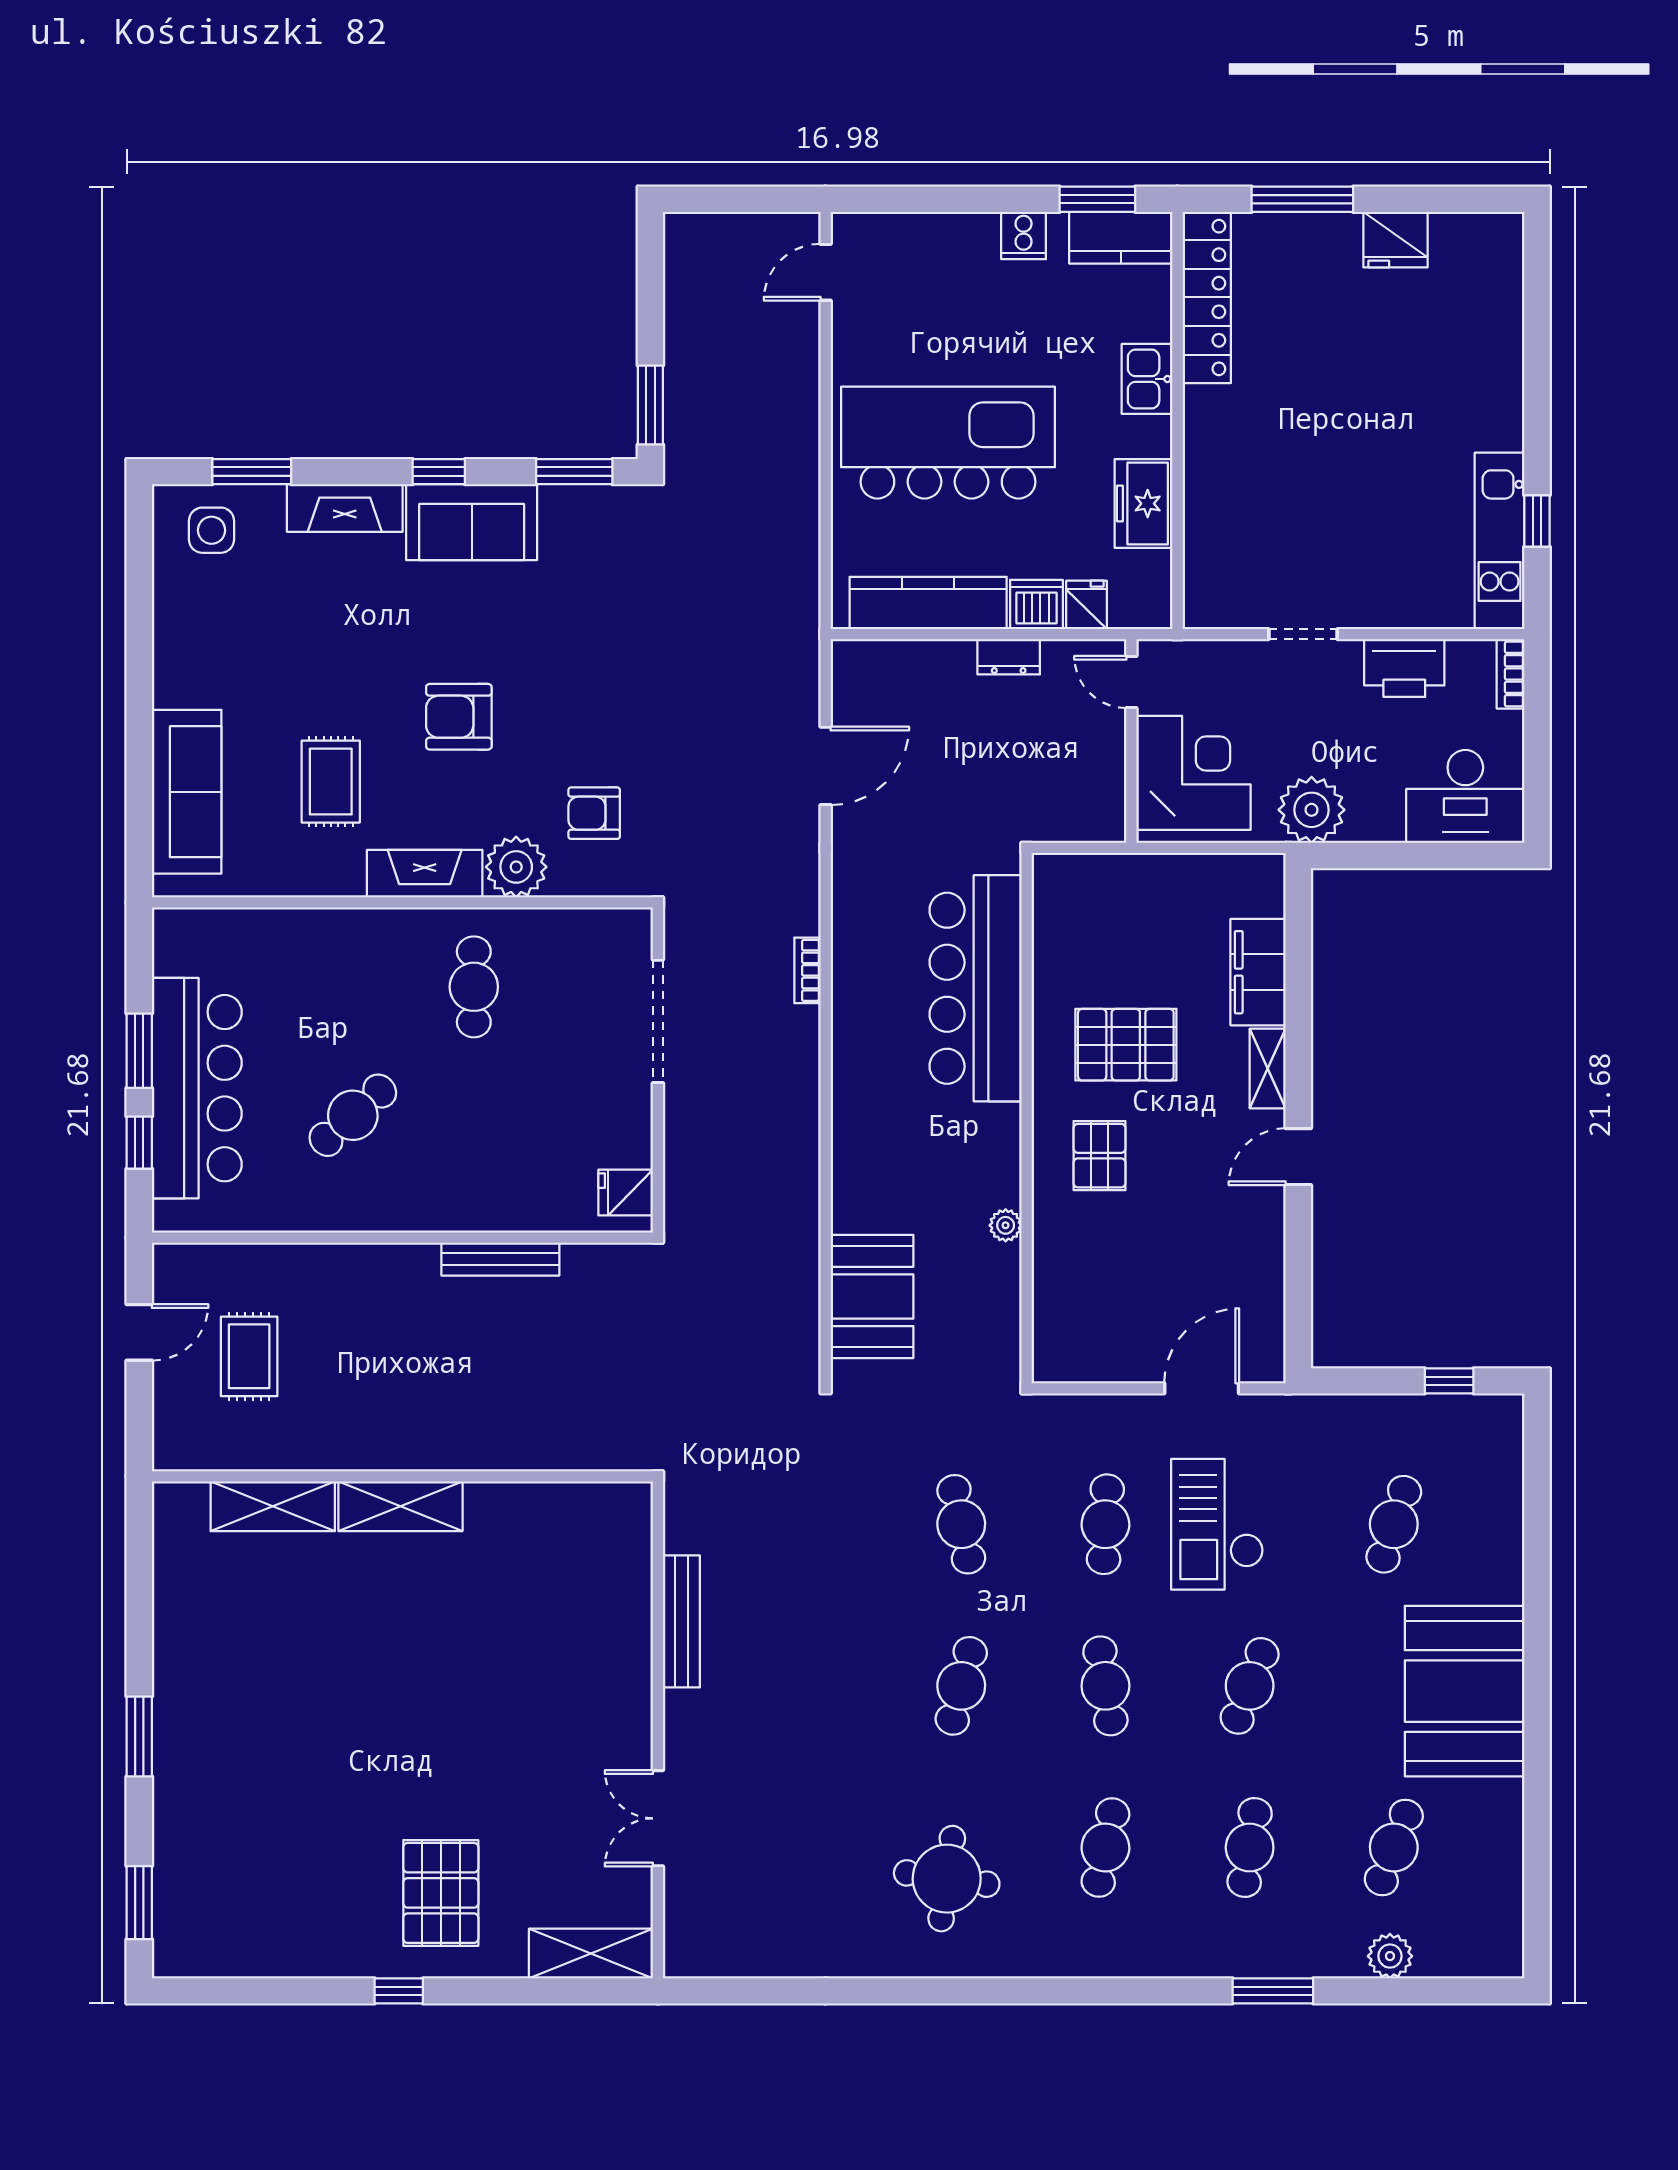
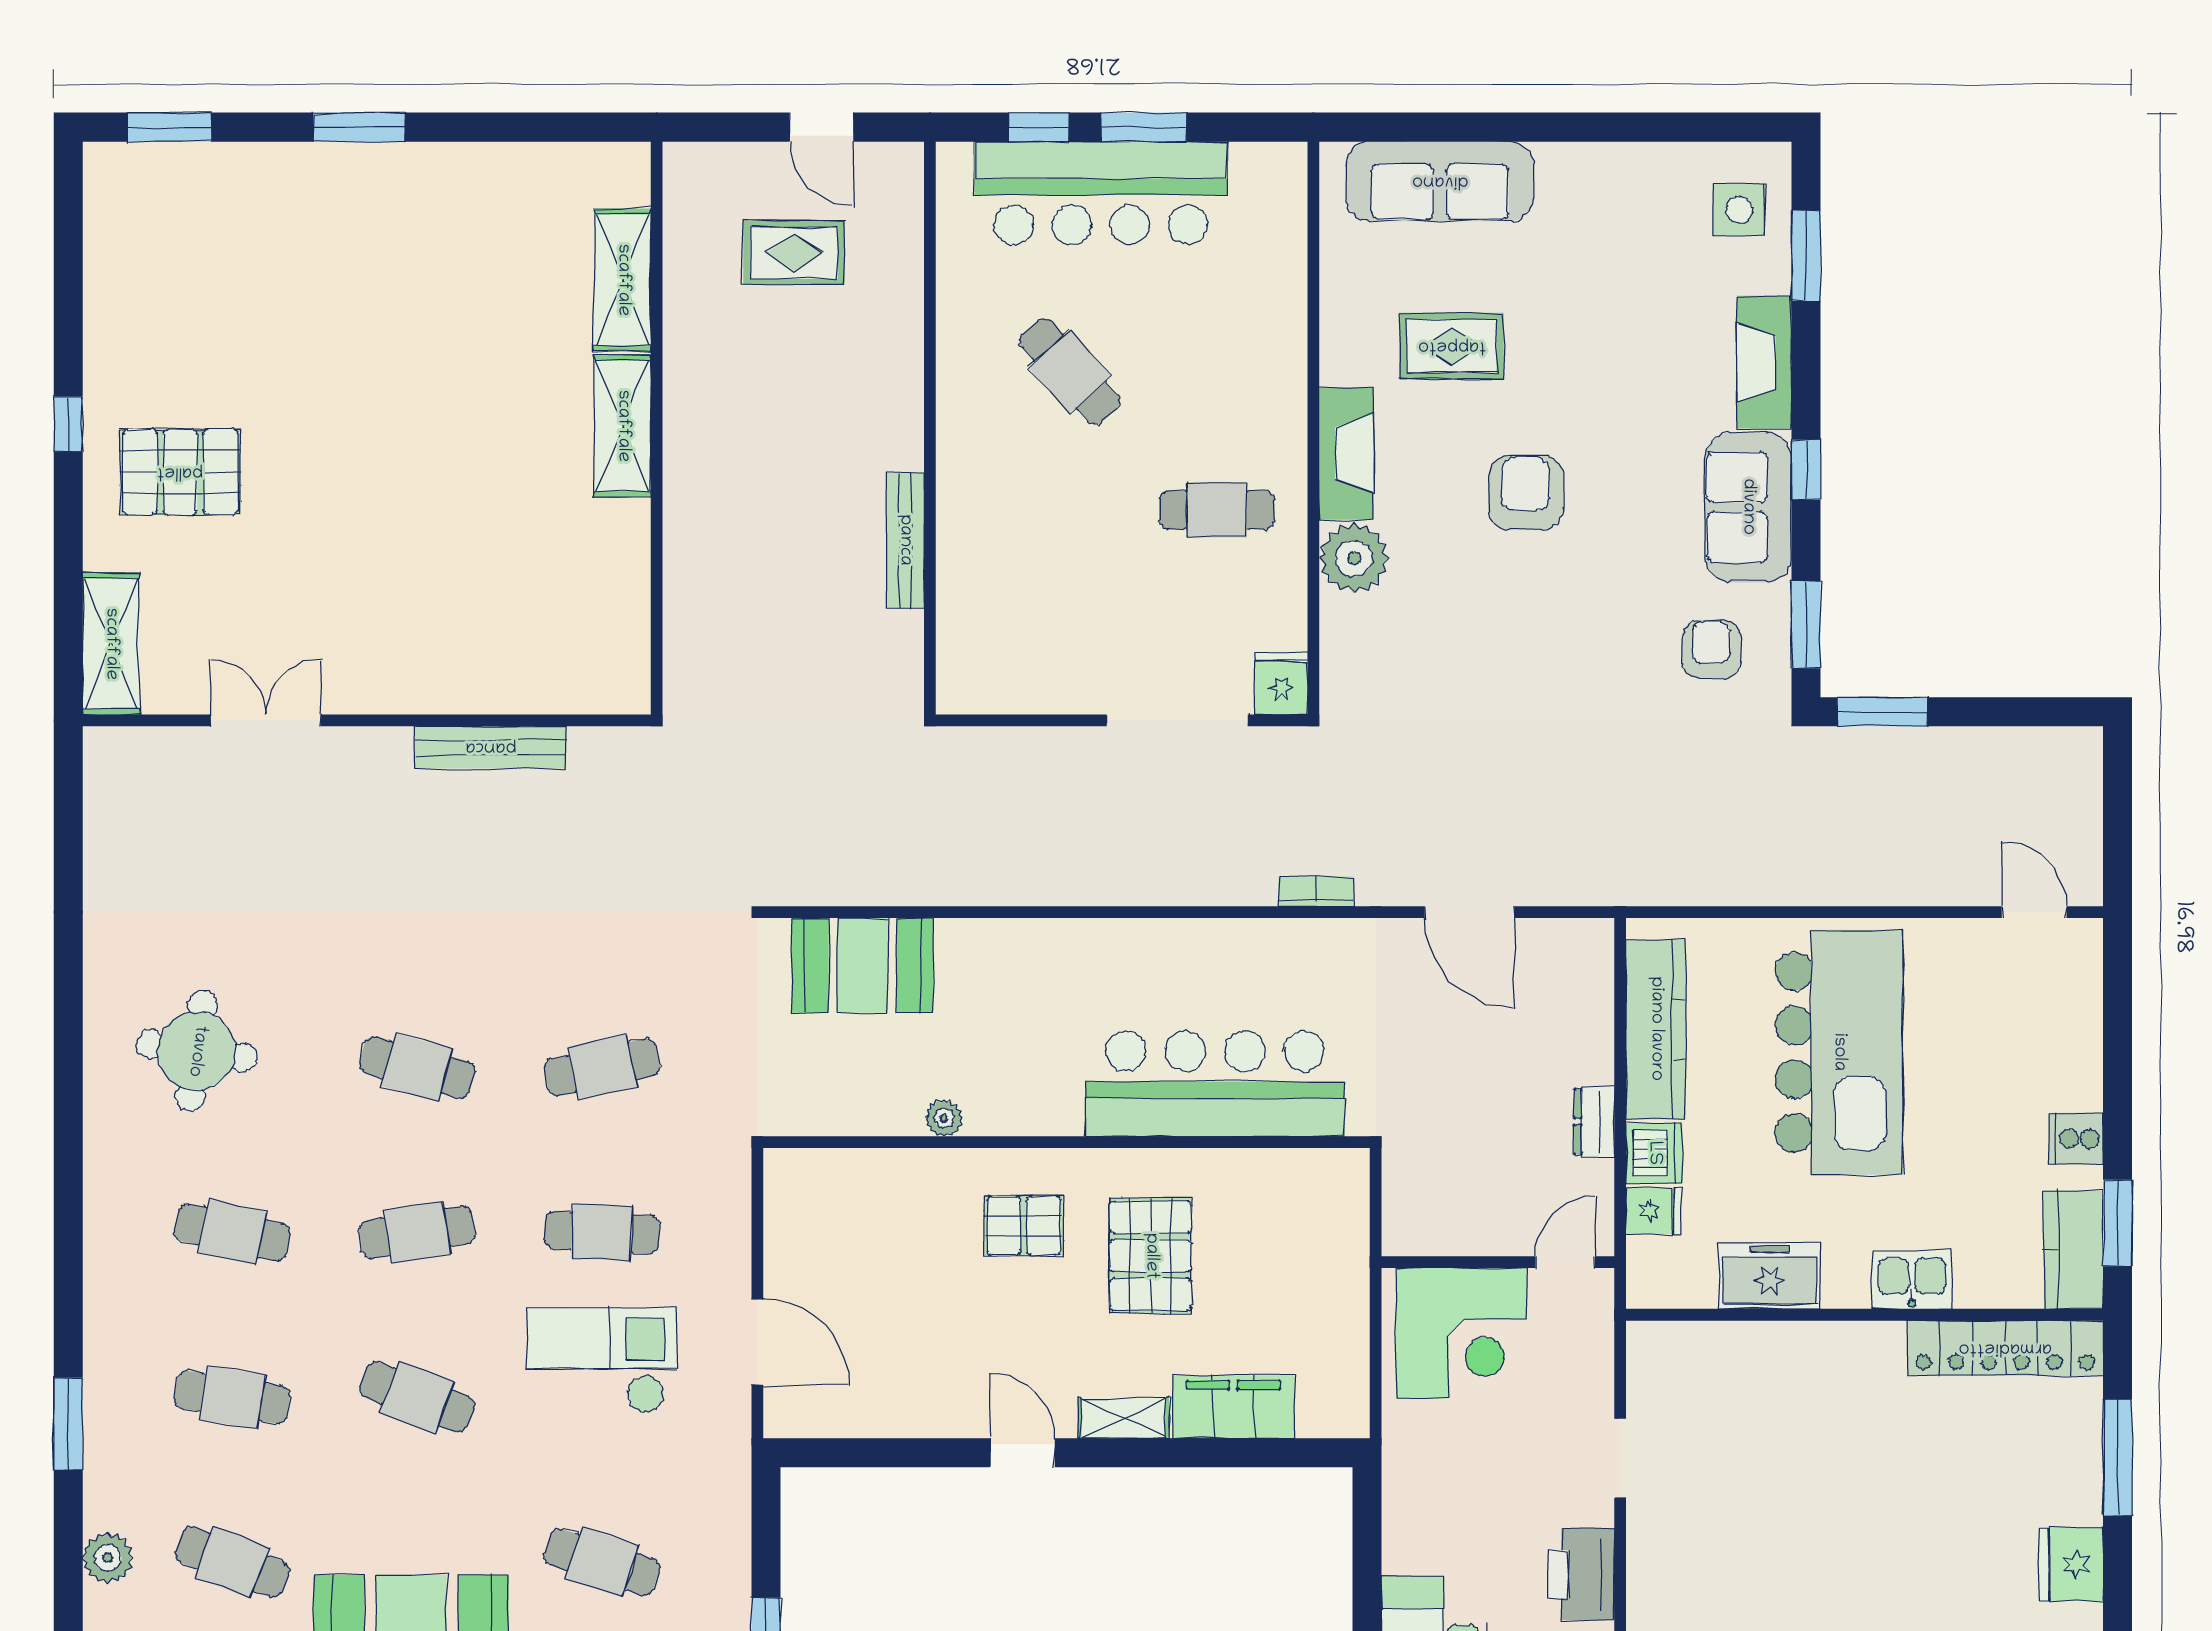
plant: (1312, 810) -> (1419, 1468), removed
armchair: (594, 813) -> (1711, 649), moved
bookcase: (807, 970) -> (1316, 891), moved
fridge: (626, 1193) -> (1281, 683), moved

